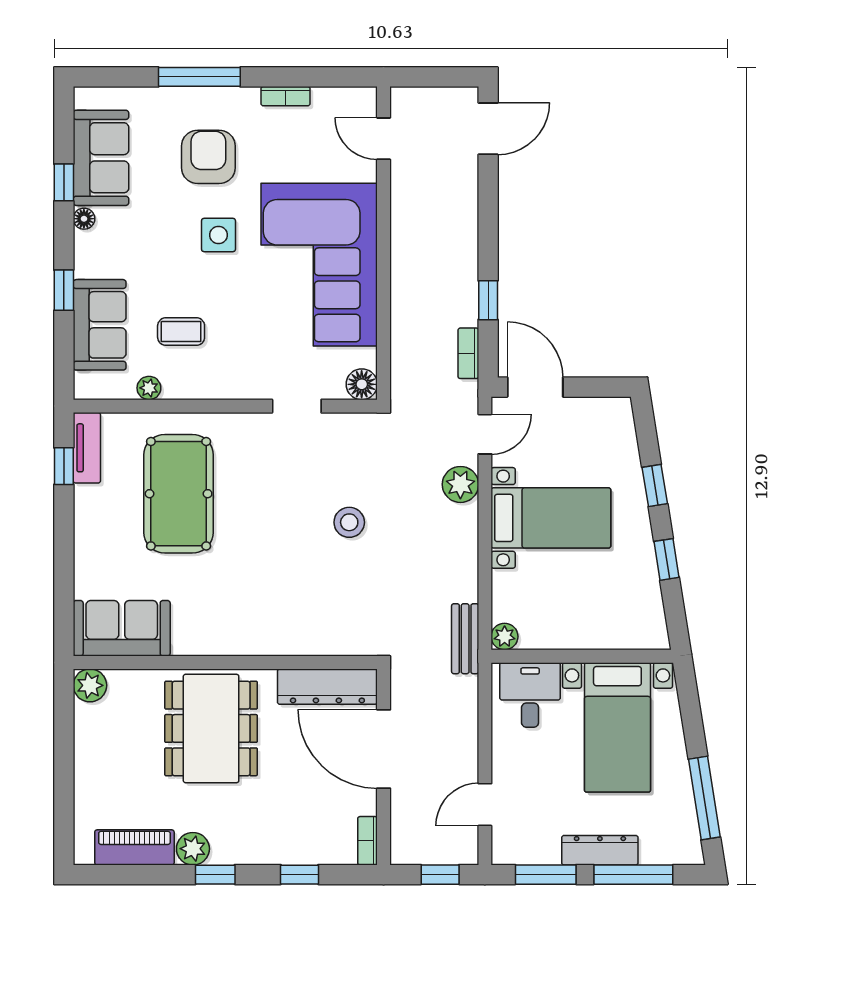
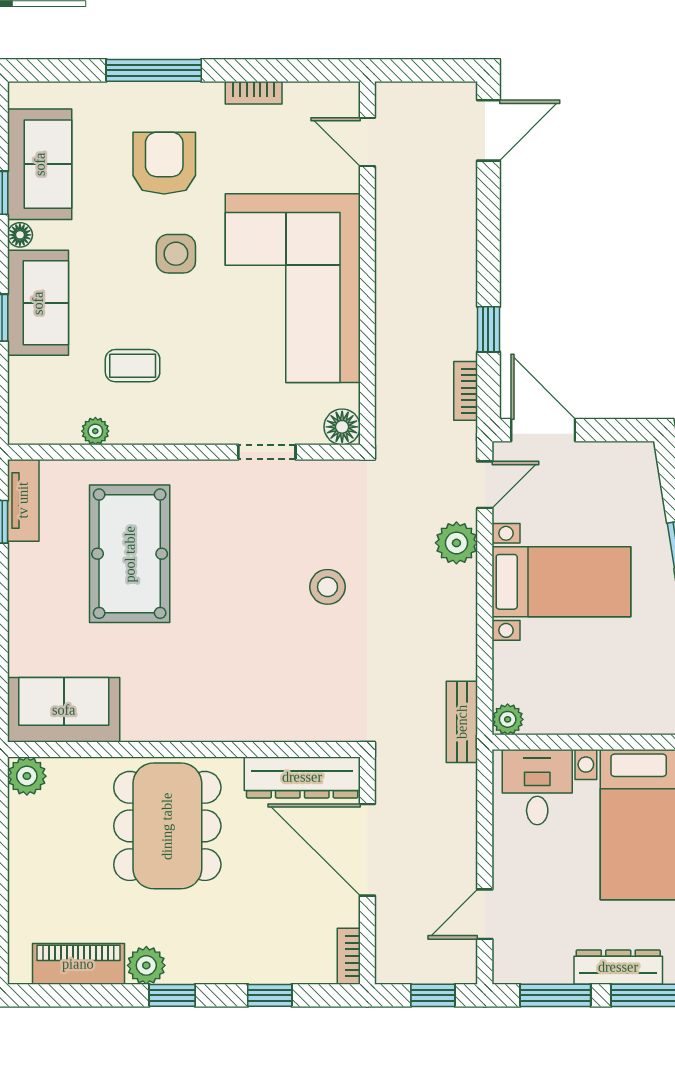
sofa: (100, 325) -> (38, 303), moved

